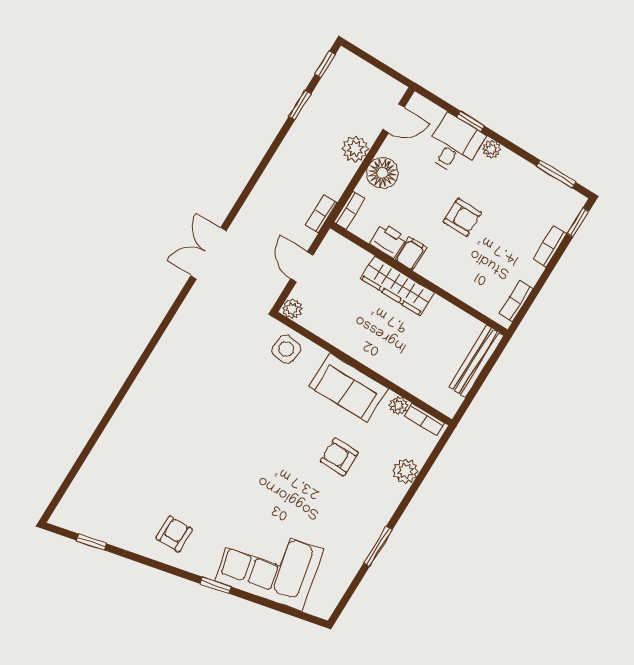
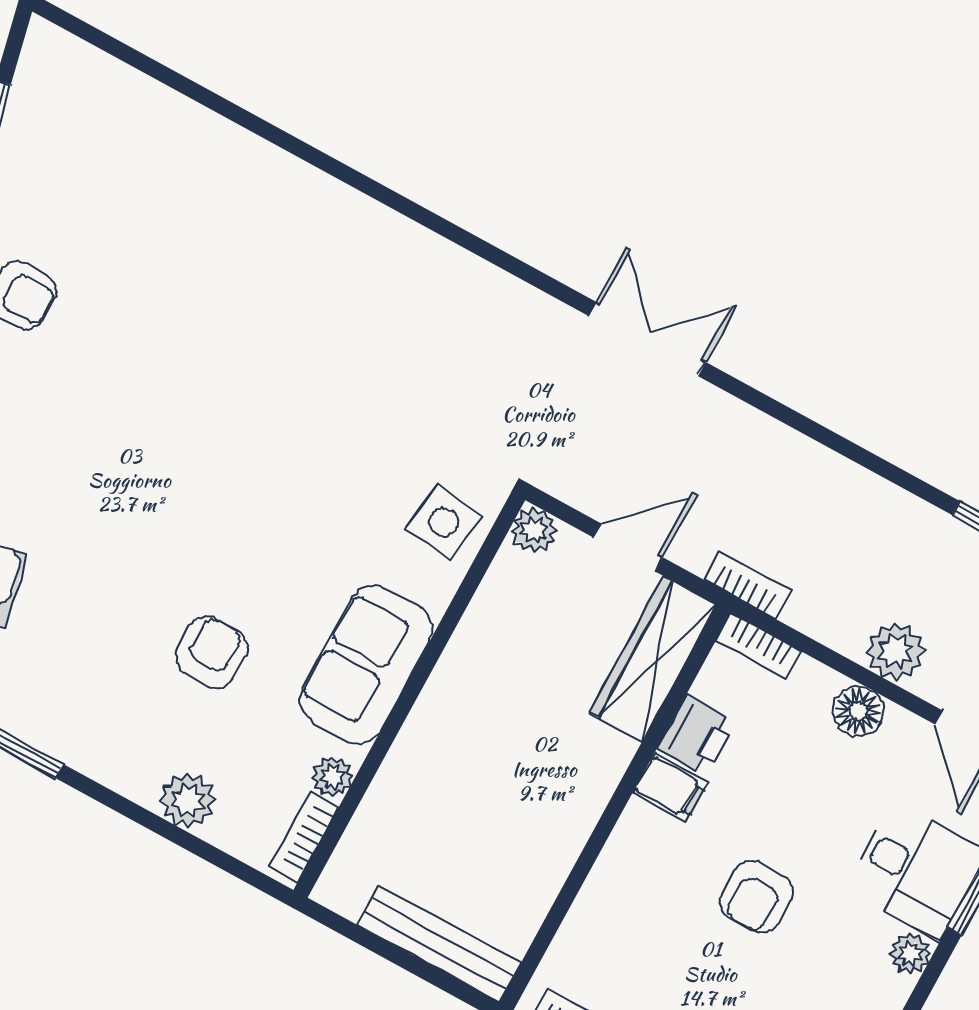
floor lamp: (382, 173) -> (858, 711), width x0.73, depth x0.73
wardrobe: (397, 286) -> (653, 659), moved

